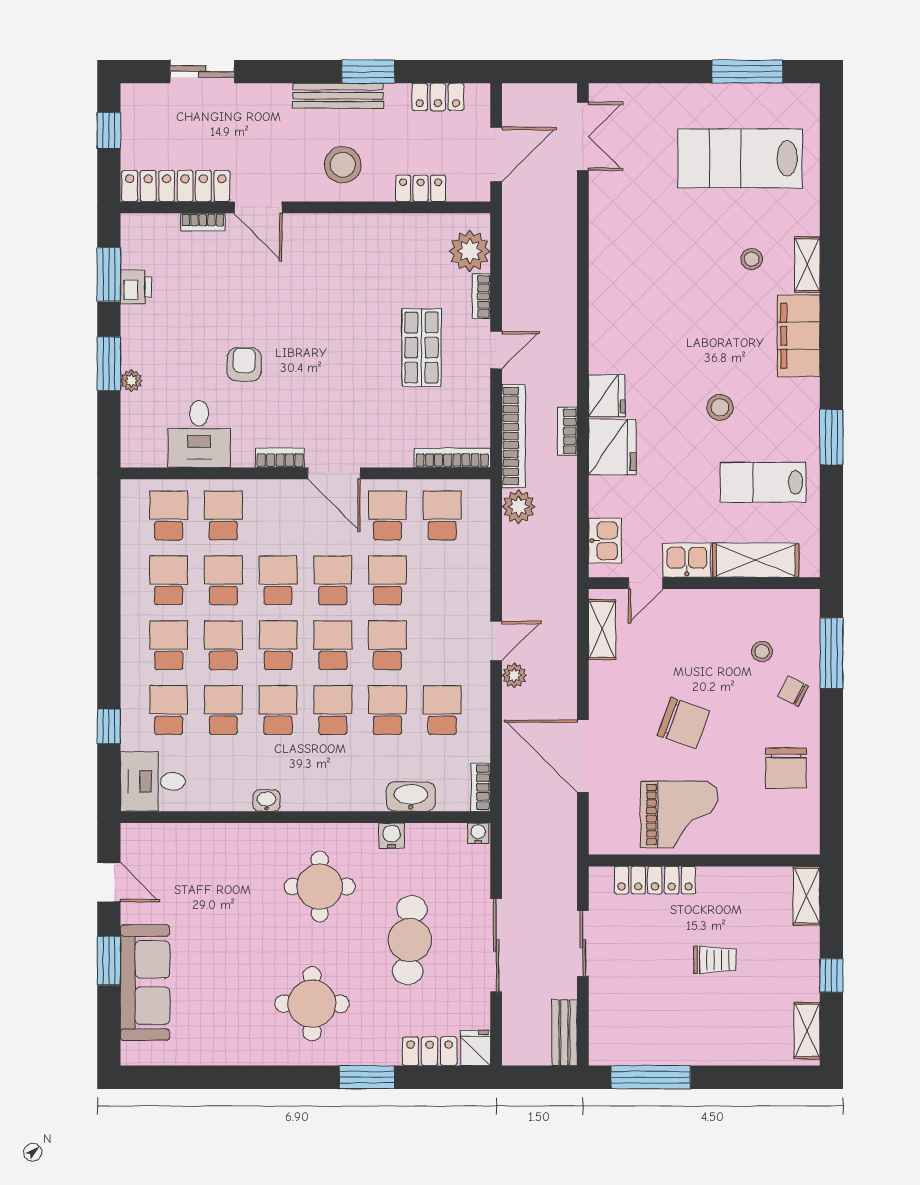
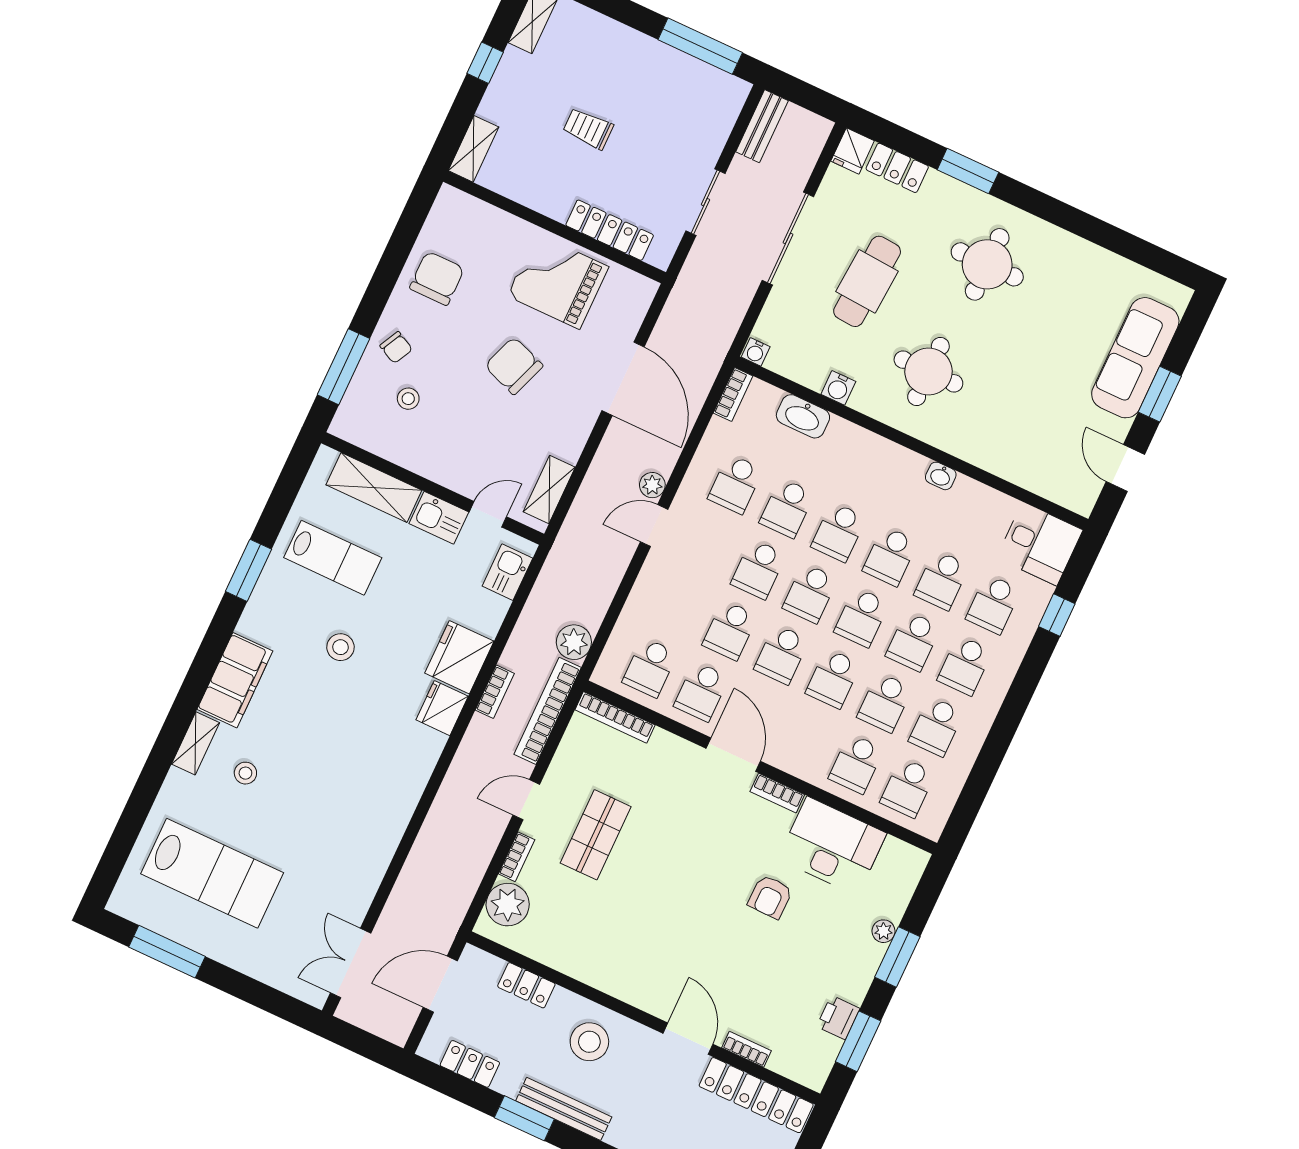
desk: (199, 434) -> (832, 846), width x1.37

